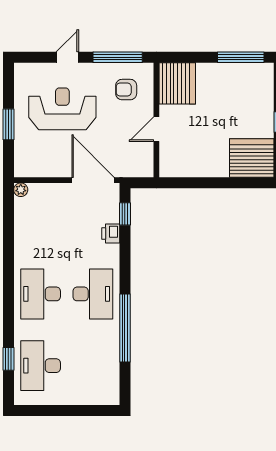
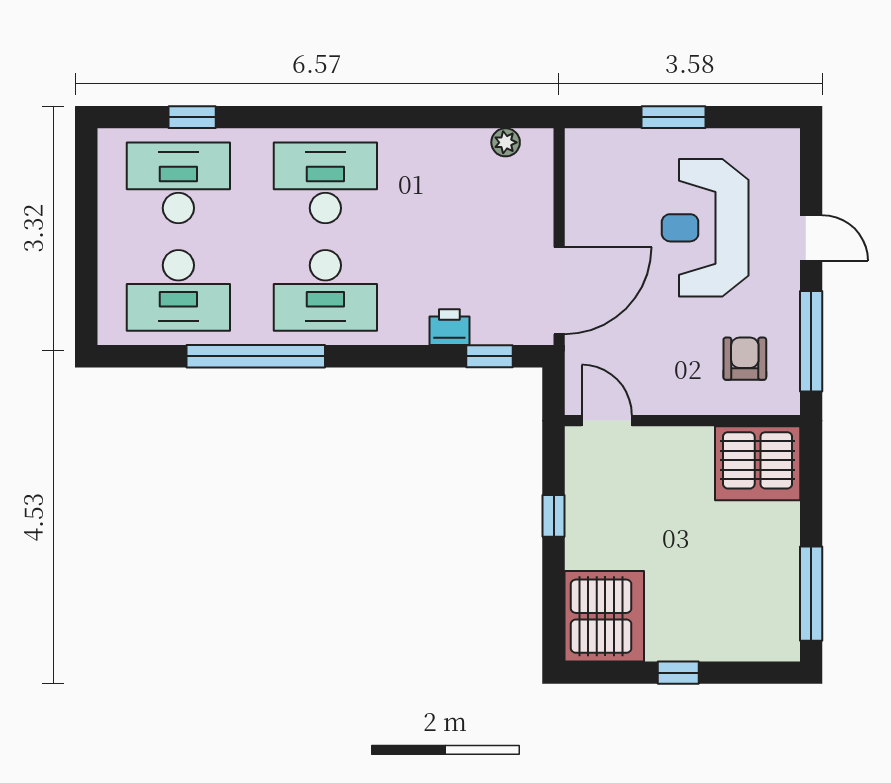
reception desk: (62, 109) -> (705, 228), turned 180
door: (156, 129) -> (607, 421), moved
window: (203, 183) -> (554, 516), added
plant: (21, 190) -> (506, 142), moved
desk: (93, 366) -> (178, 290), added

